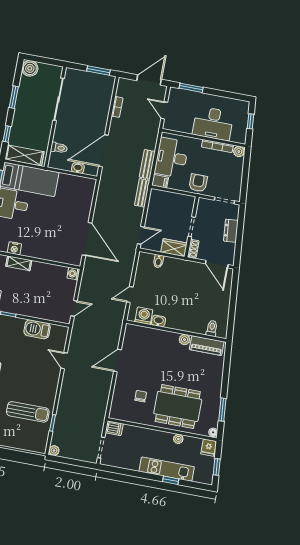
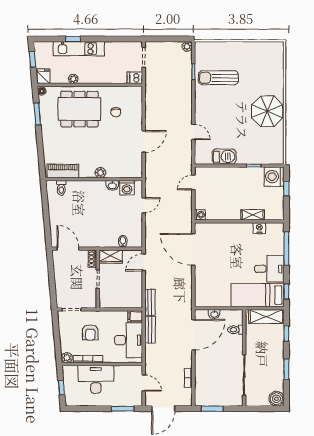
armchair: (198, 183) -> (90, 332), moved
dresser: (231, 231) -> (61, 282), removed
plant: (185, 340) -> (100, 173), moved

